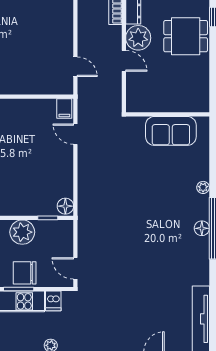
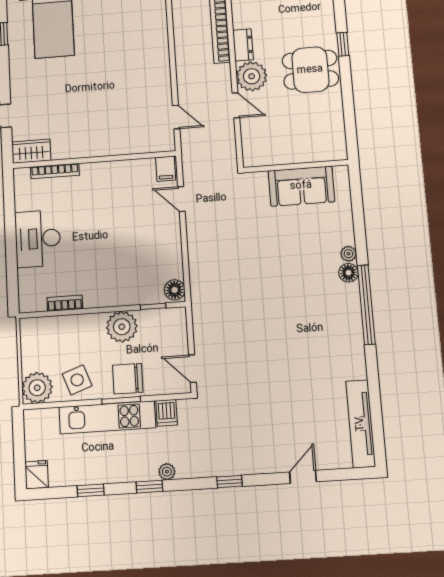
floor lamp: (202, 228) -> (349, 273), moved

